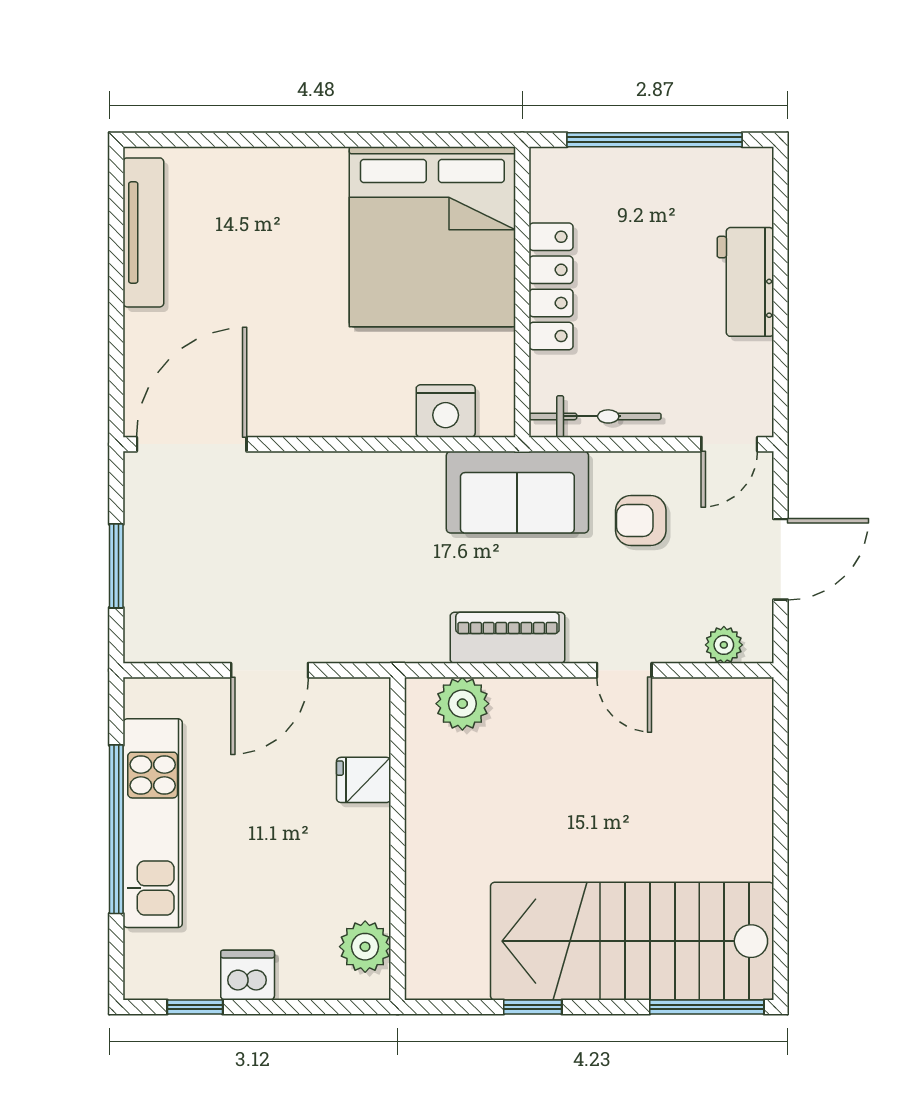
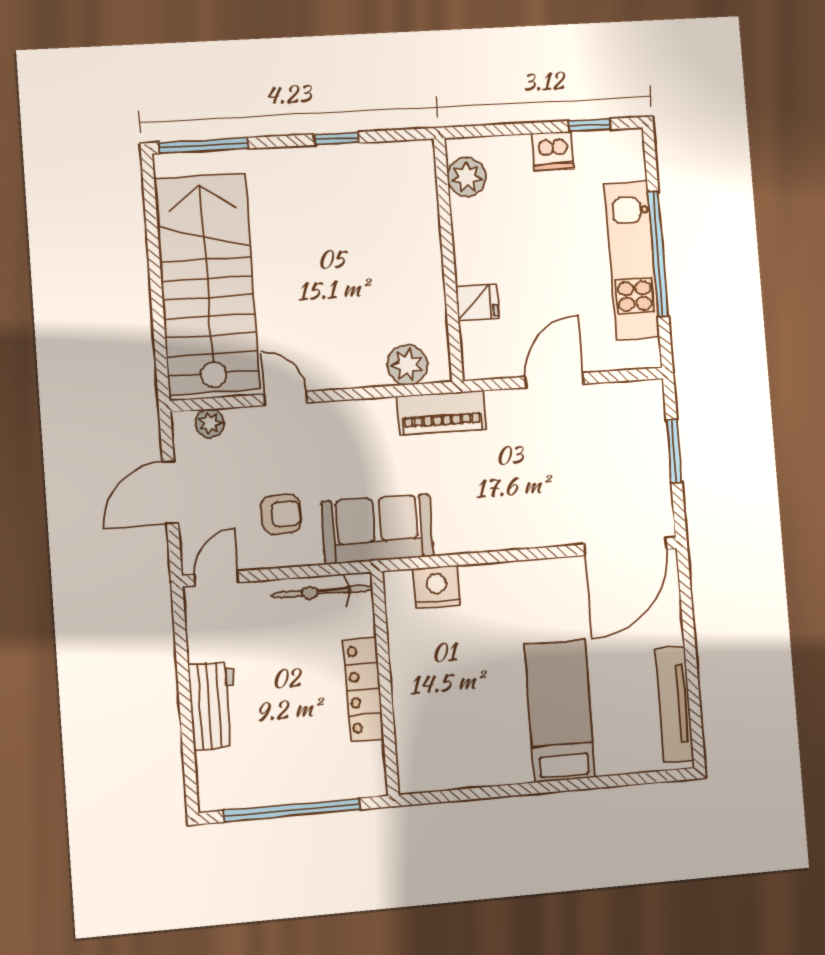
bed: (432, 237) -> (560, 711), moved, width x0.49
piano: (507, 638) -> (442, 413), moved
stairs: (632, 941) -> (207, 284), moved, turned -90

